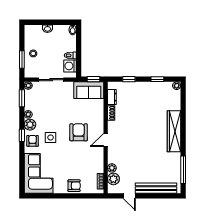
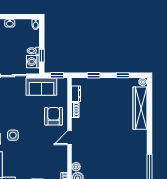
window: (79, 60) -> (42, 56), added
sofa: (89, 90) -> (41, 87), moved
wardrobe: (174, 131) -> (140, 108), moved
armchair: (79, 132) -> (54, 116), moved

